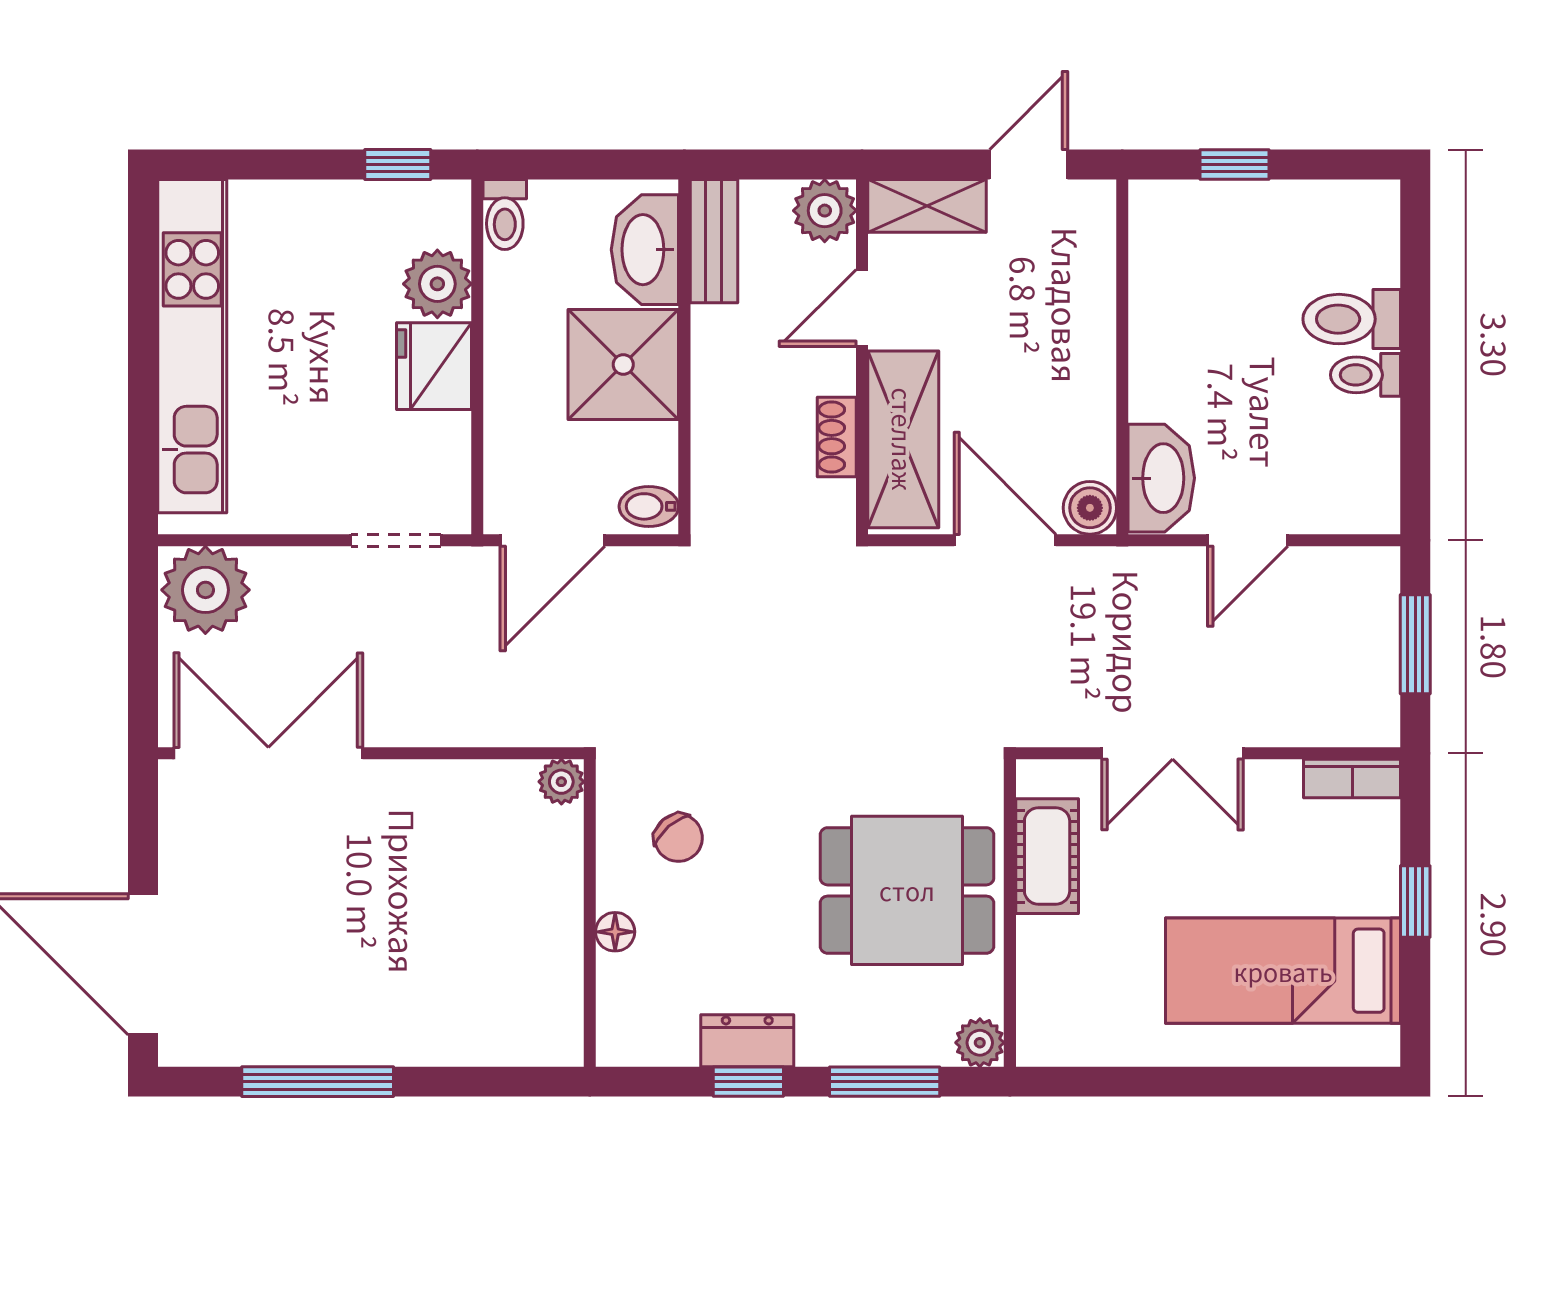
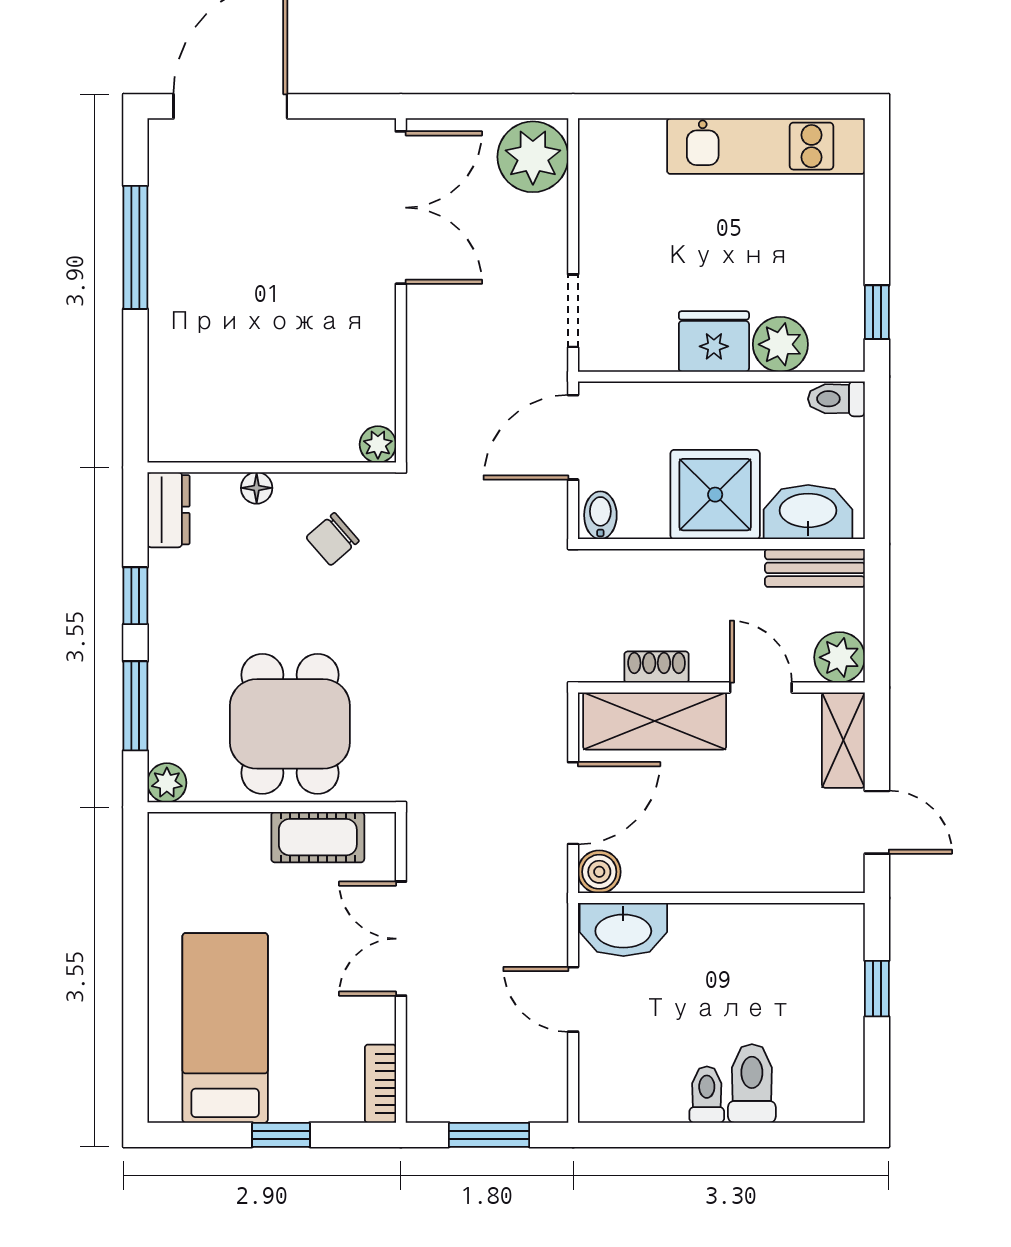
kitchen unit: (192, 346) -> (766, 146), width x0.73
door: (552, 540) -> (573, 437), hinge flipped
dresser: (747, 1041) -> (168, 510), moved

